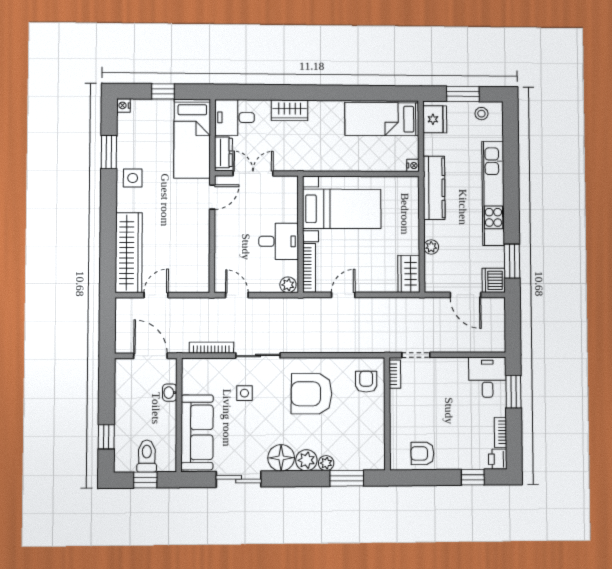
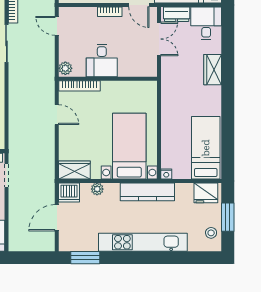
bed with nightstands: (342, 209) -> (129, 146), moved, turned 180
bookcase: (220, 232) -> (110, 12), added
dishwasher: (494, 280) -> (69, 193), moved, turned 180
door: (237, 295) -> (57, 26), swing flipped

